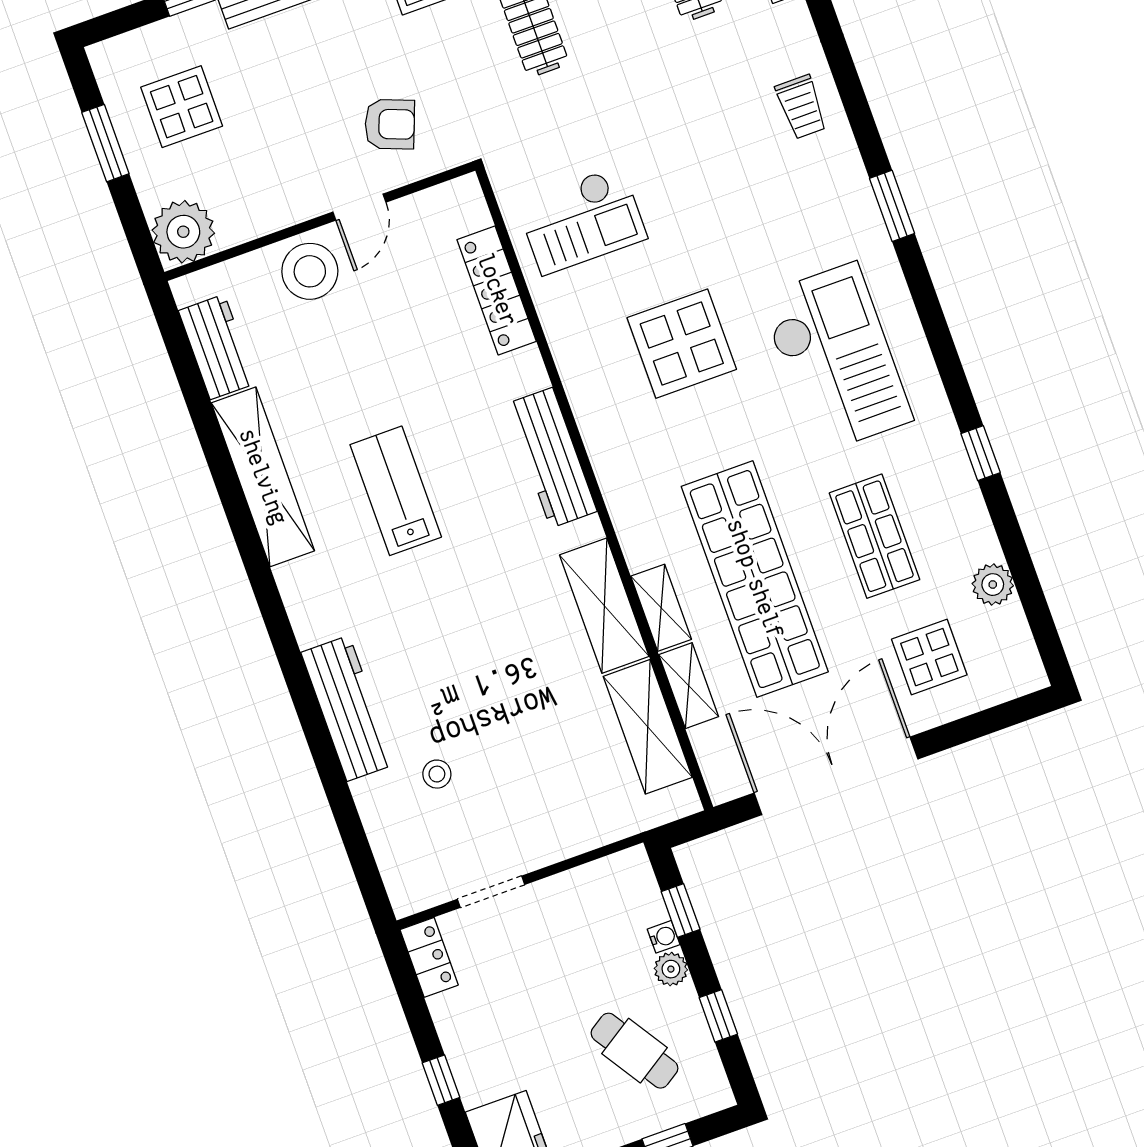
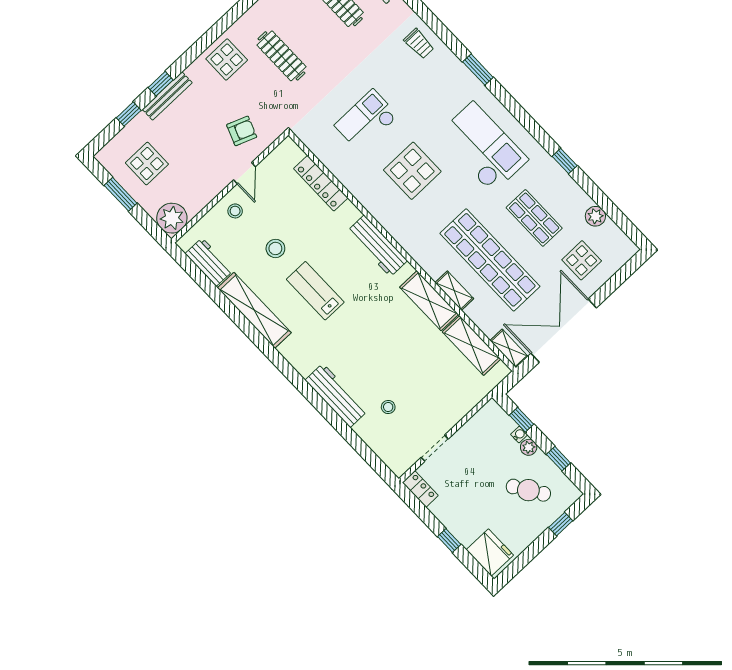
checkout: (582, 220) -> (366, 120), moved, turned 180
stool: (310, 271) -> (235, 211), width x0.53, depth x0.53
stool: (355, 377) -> (275, 248), added
shelving: (689, 686) -> (509, 348), moved

